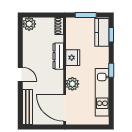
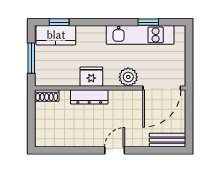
plant: (29, 24) -> (44, 138), removed
window: (111, 70) -> (148, 22), moved
bench: (28, 107) -> (168, 140), width x0.73

